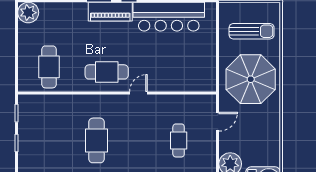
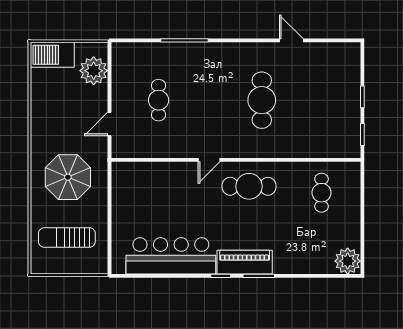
cafe table: (49, 67) -> (321, 193), width x0.73, depth x0.74
parasol: (251, 79) -> (68, 177), width x0.73, depth x0.73

